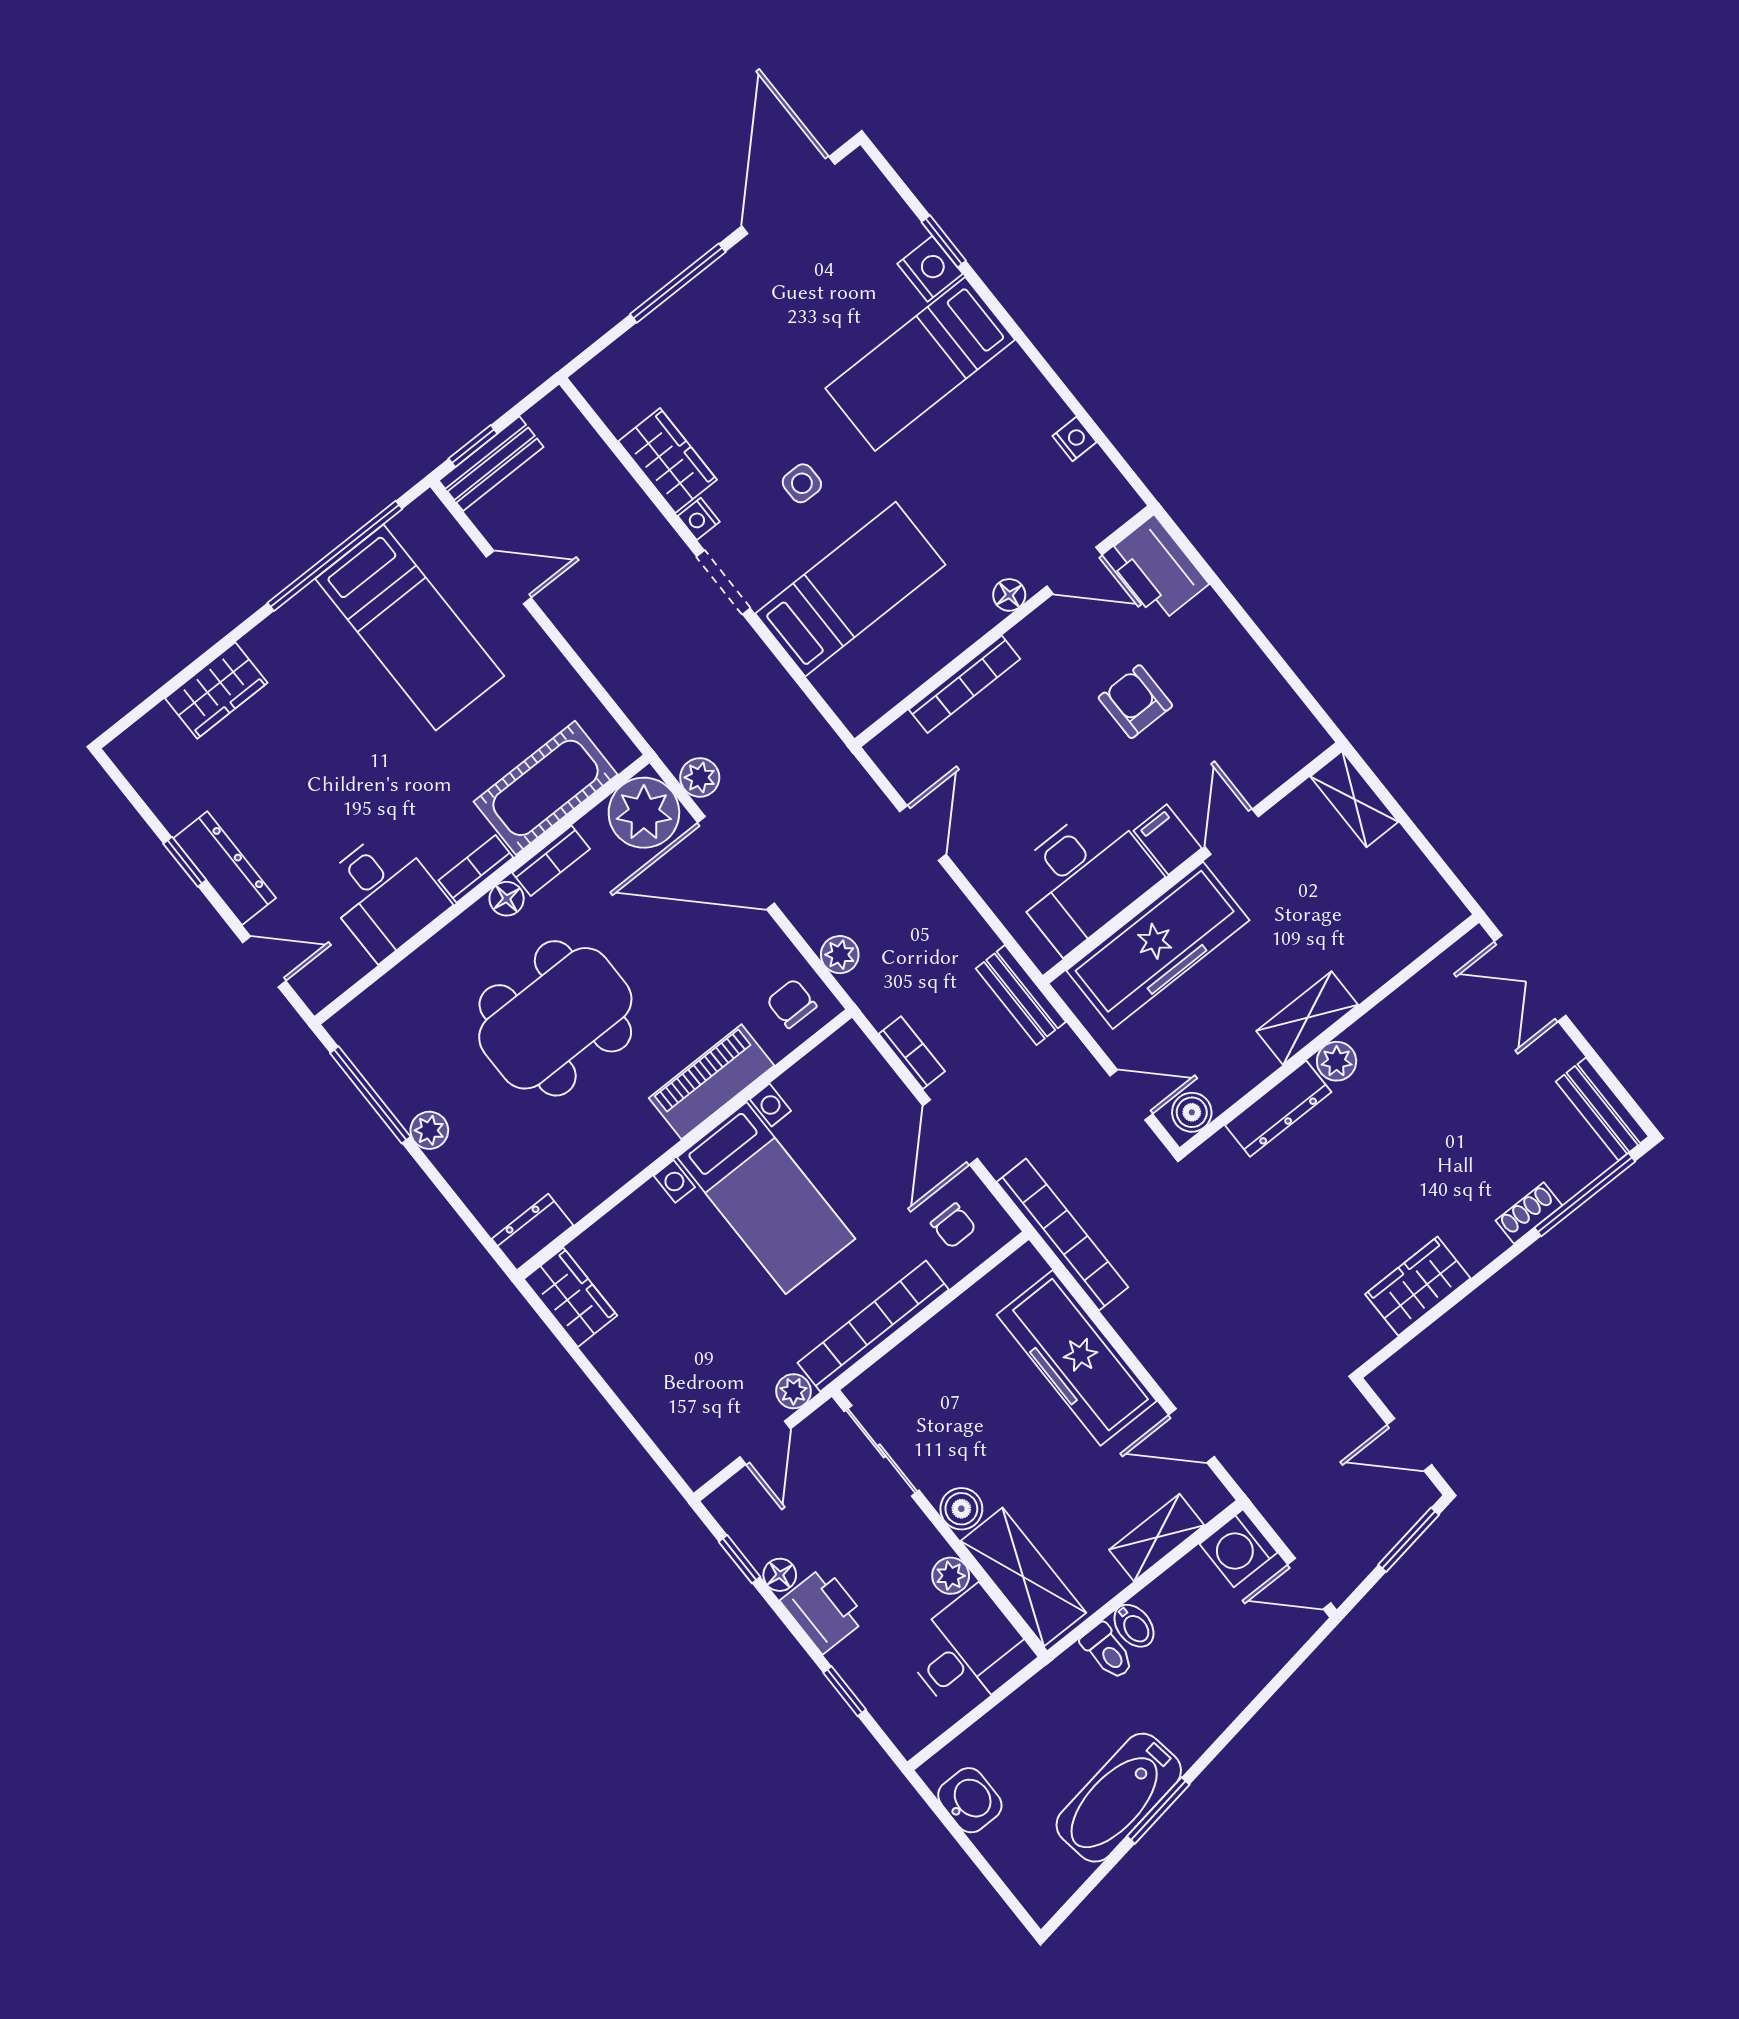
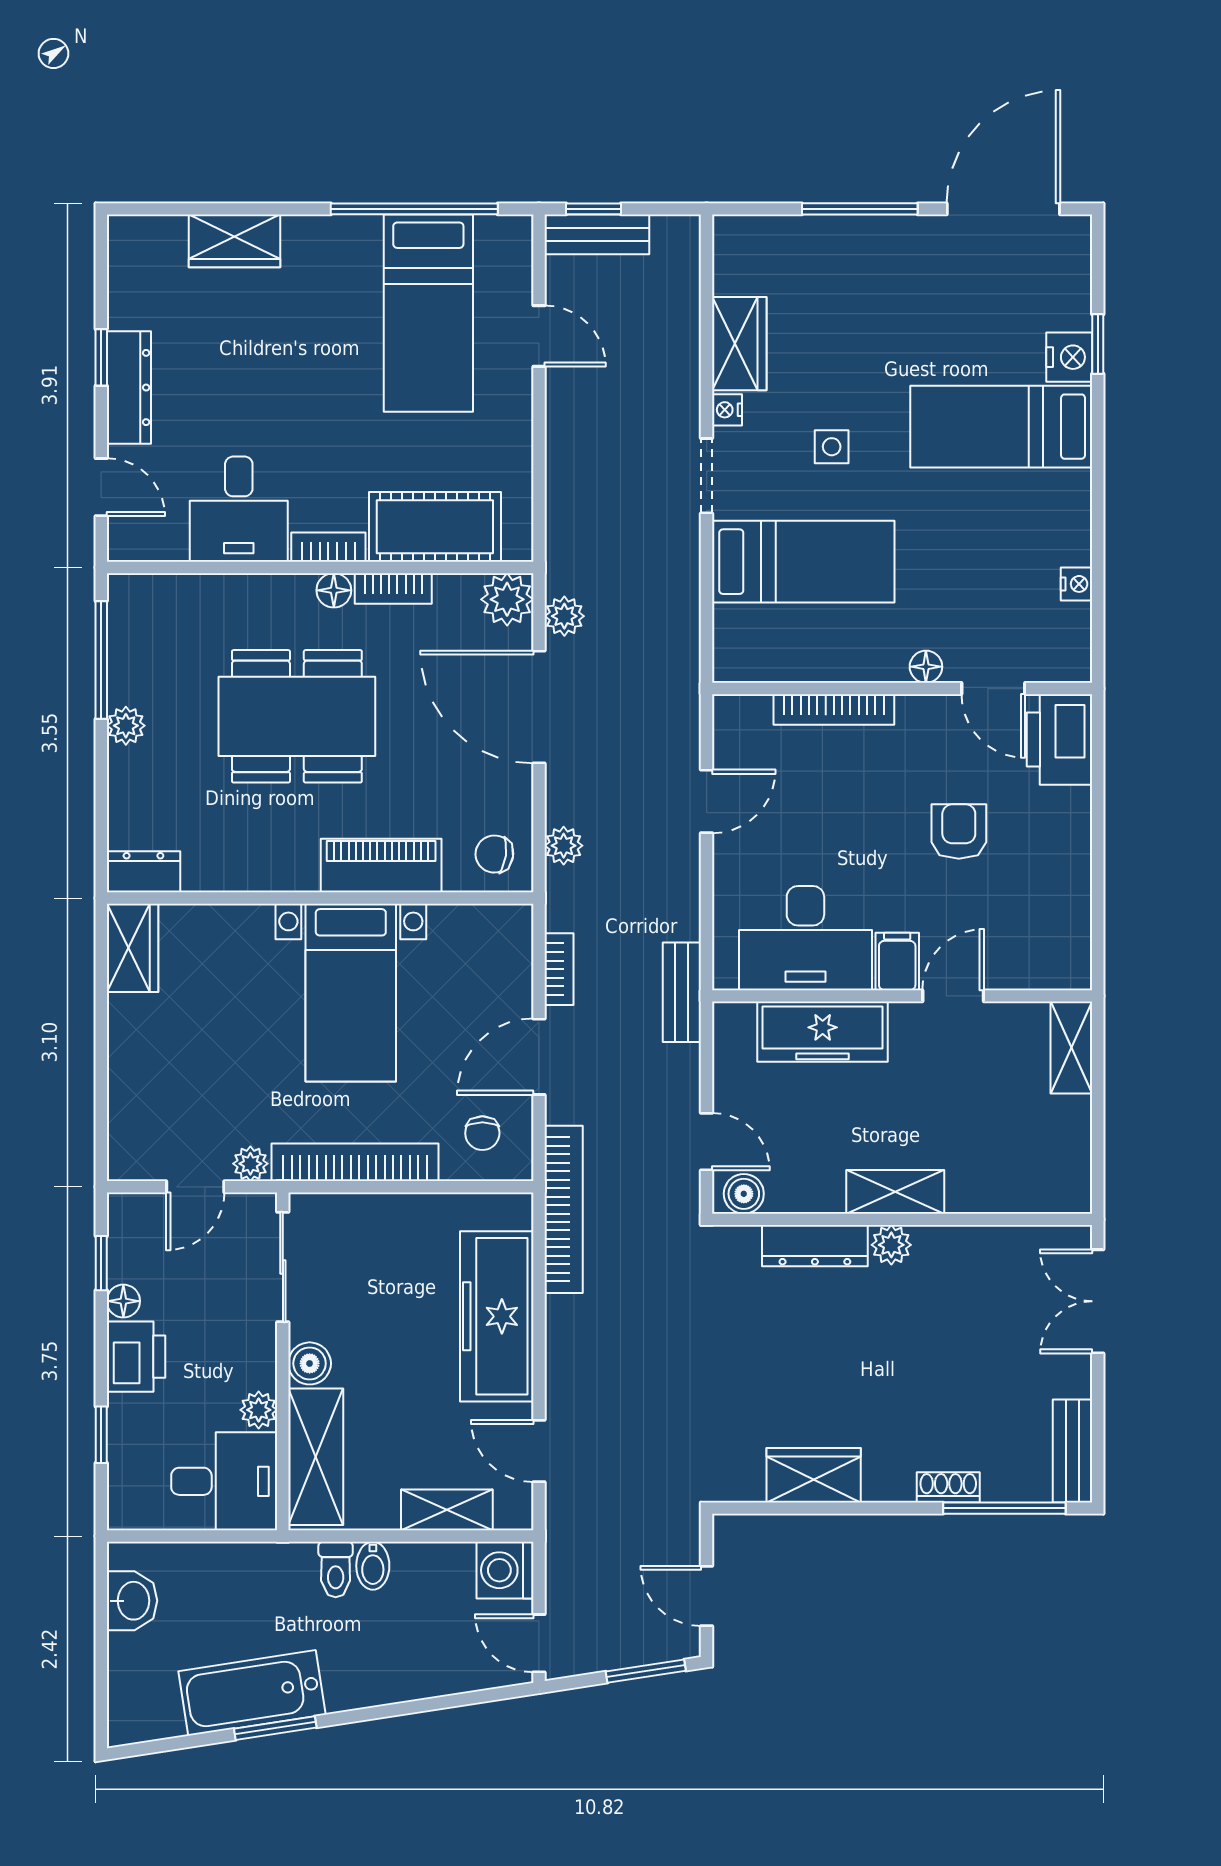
plant: (644, 813) -> (507, 599), width x0.73, depth x0.73
freezer: (1158, 945) -> (823, 1032), width x0.73, depth x0.79
chair: (792, 1003) -> (494, 854), turned -82

